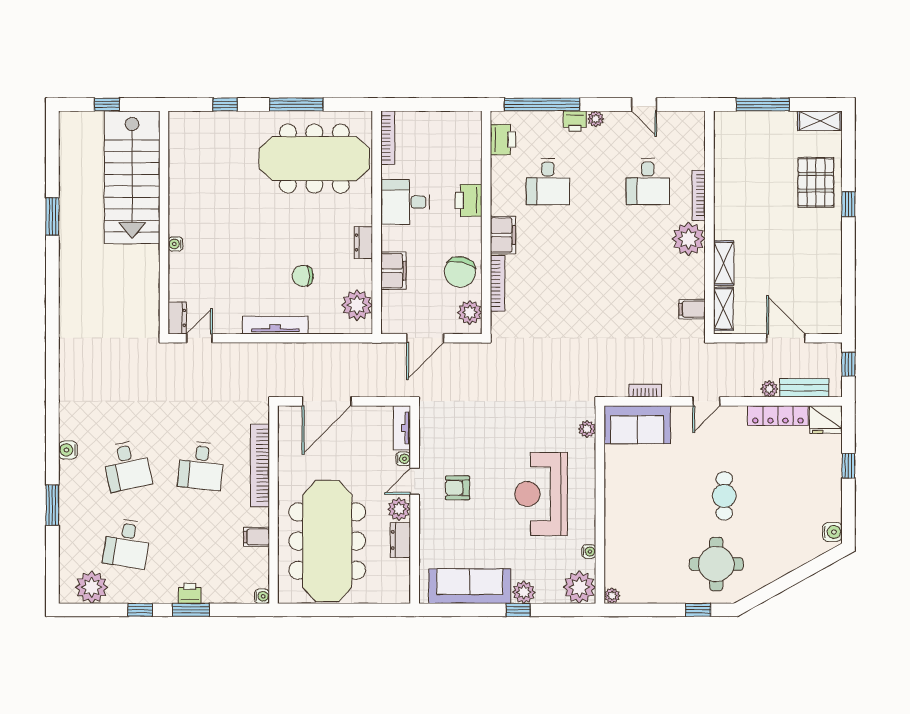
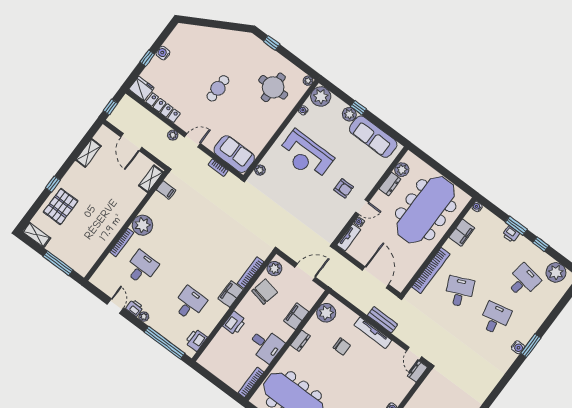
printer: (575, 121) -> (135, 308), moved
shelving: (724, 263) -> (88, 153), moved
door: (199, 338) -> (414, 354), hinge flipped
bench: (804, 388) -> (382, 320), moved
plant: (770, 389) -> (173, 135), moved
door: (327, 401) -> (376, 277), hinge flipped
desk: (201, 466) -> (459, 292), turned -30
reception desk: (541, 494) -> (306, 155), turned 90
window: (52, 505) -> (531, 346), moved
plant: (399, 509) -> (402, 170), moved
water cooler: (832, 532) -> (163, 53), moved
filing cabinet: (256, 537) -> (462, 233), width x2.00
round table: (716, 564) -> (273, 87), moved

